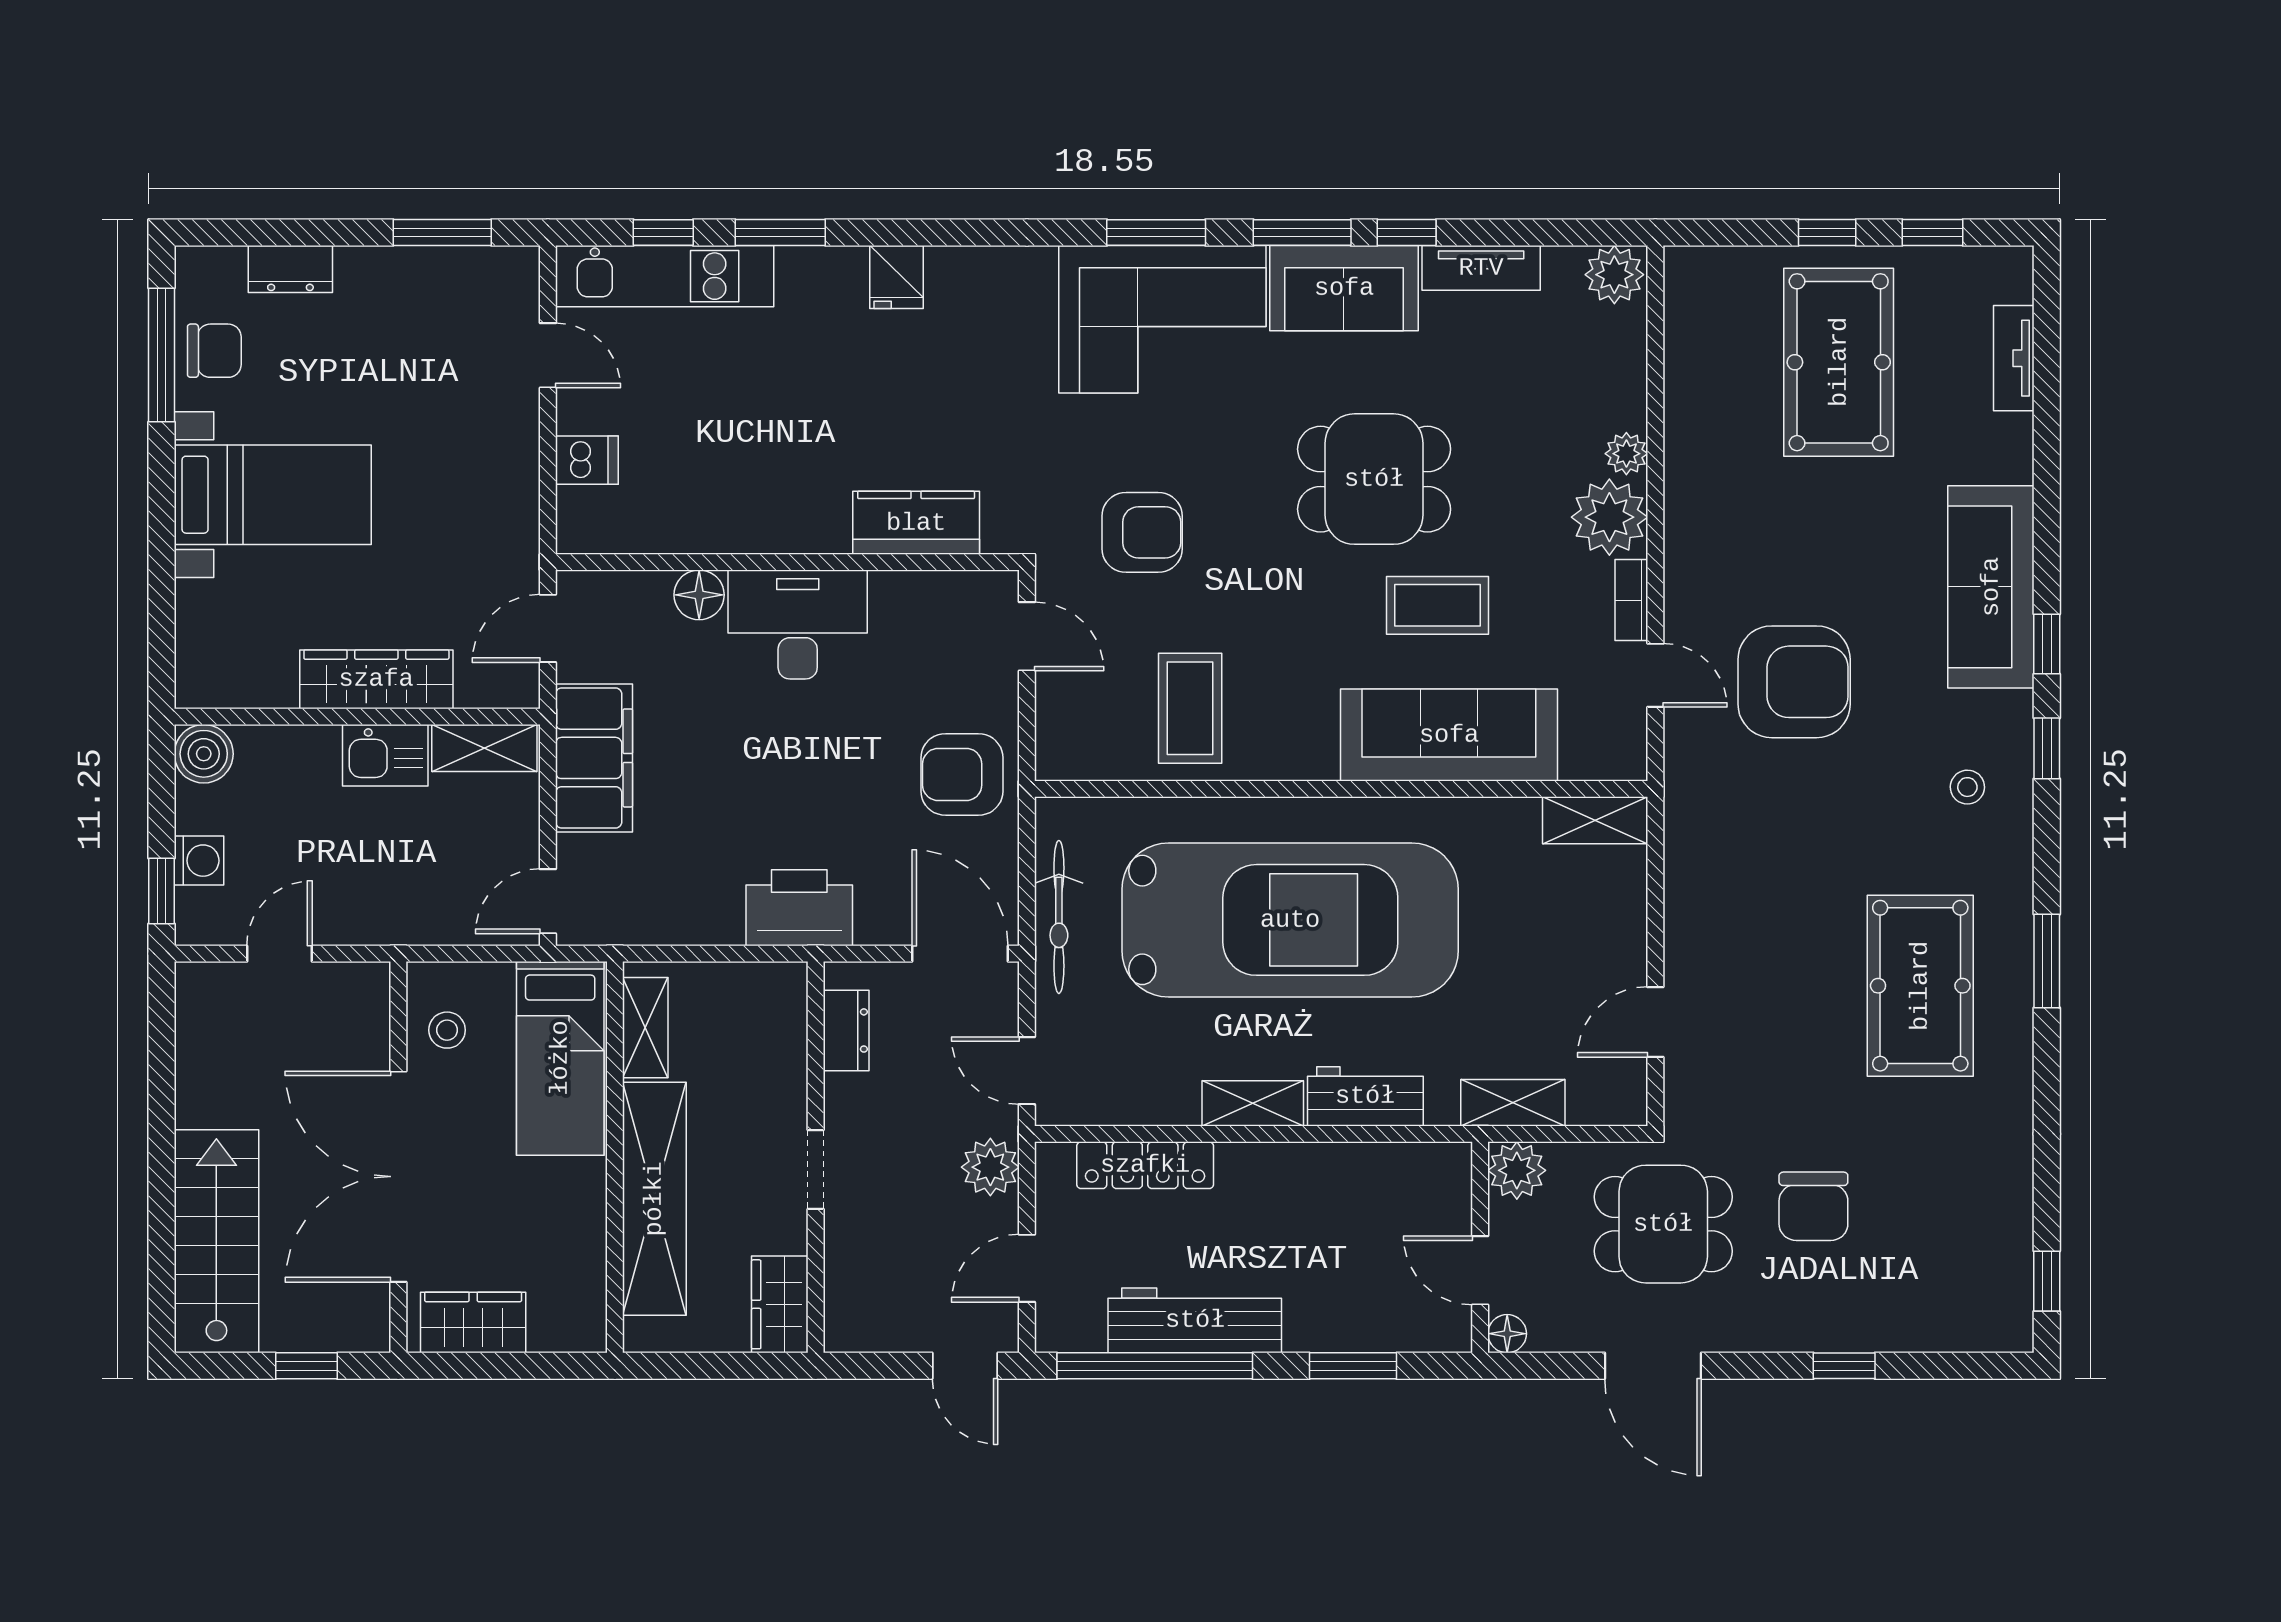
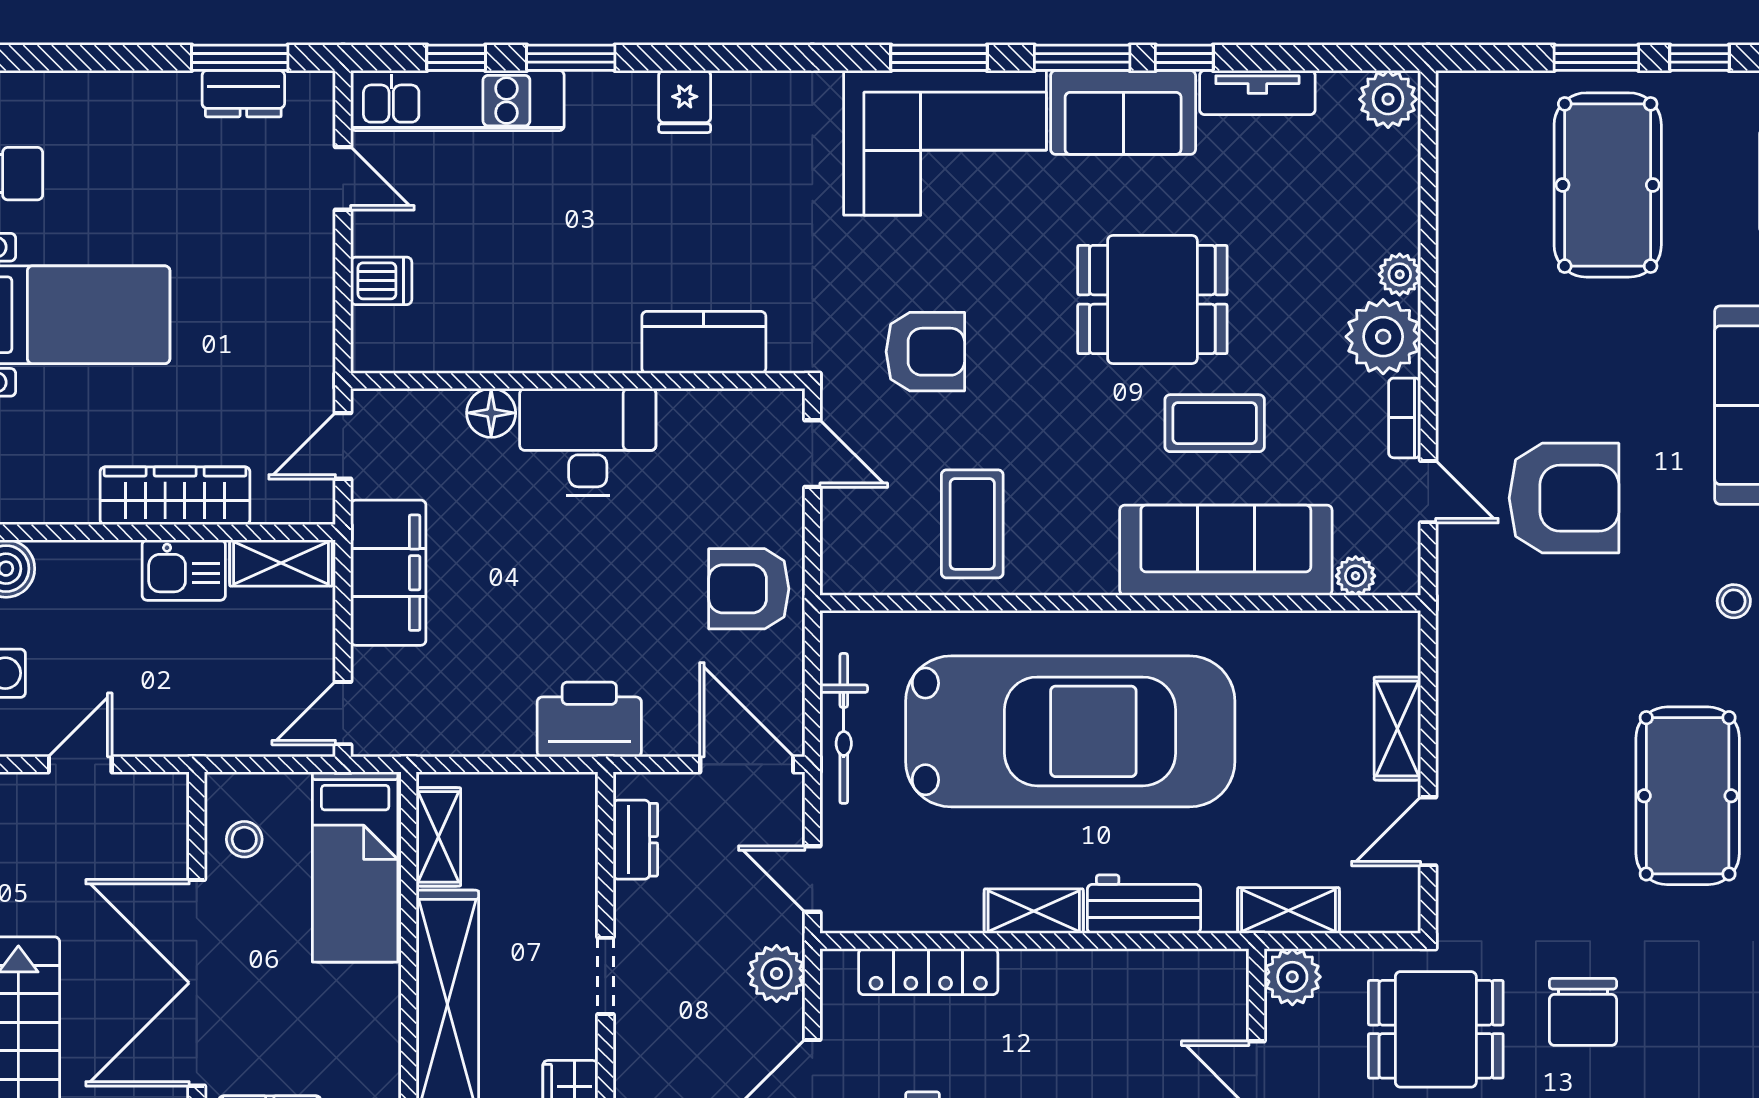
window: (1827, 232) -> (1596, 58), width x1.50
dresser: (290, 269) -> (243, 94), moved
plant: (1581, 761) -> (1356, 576), added
shelving: (1595, 820) -> (1397, 729), moved, turned 90

